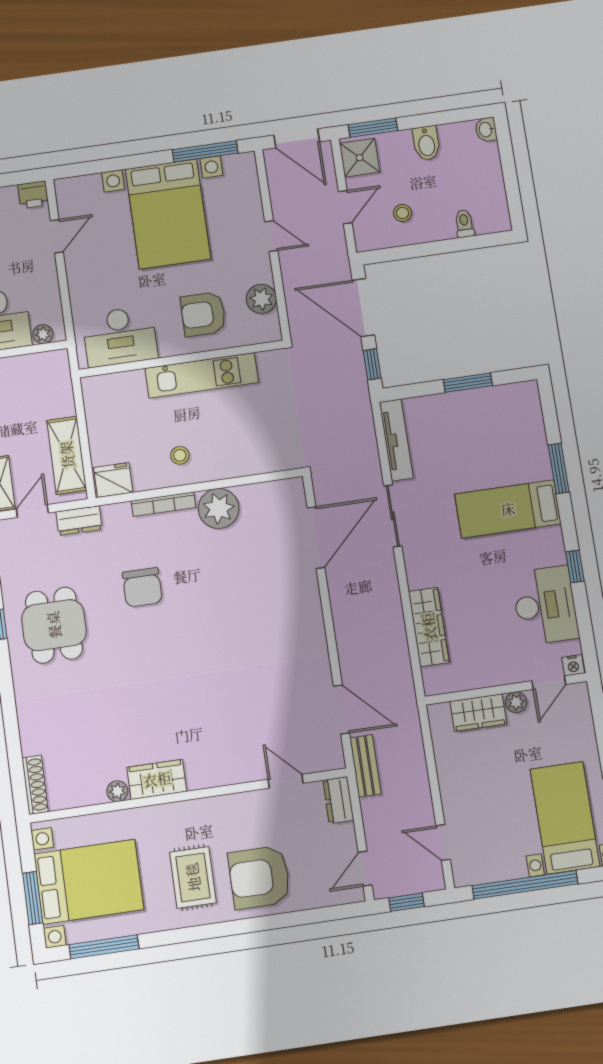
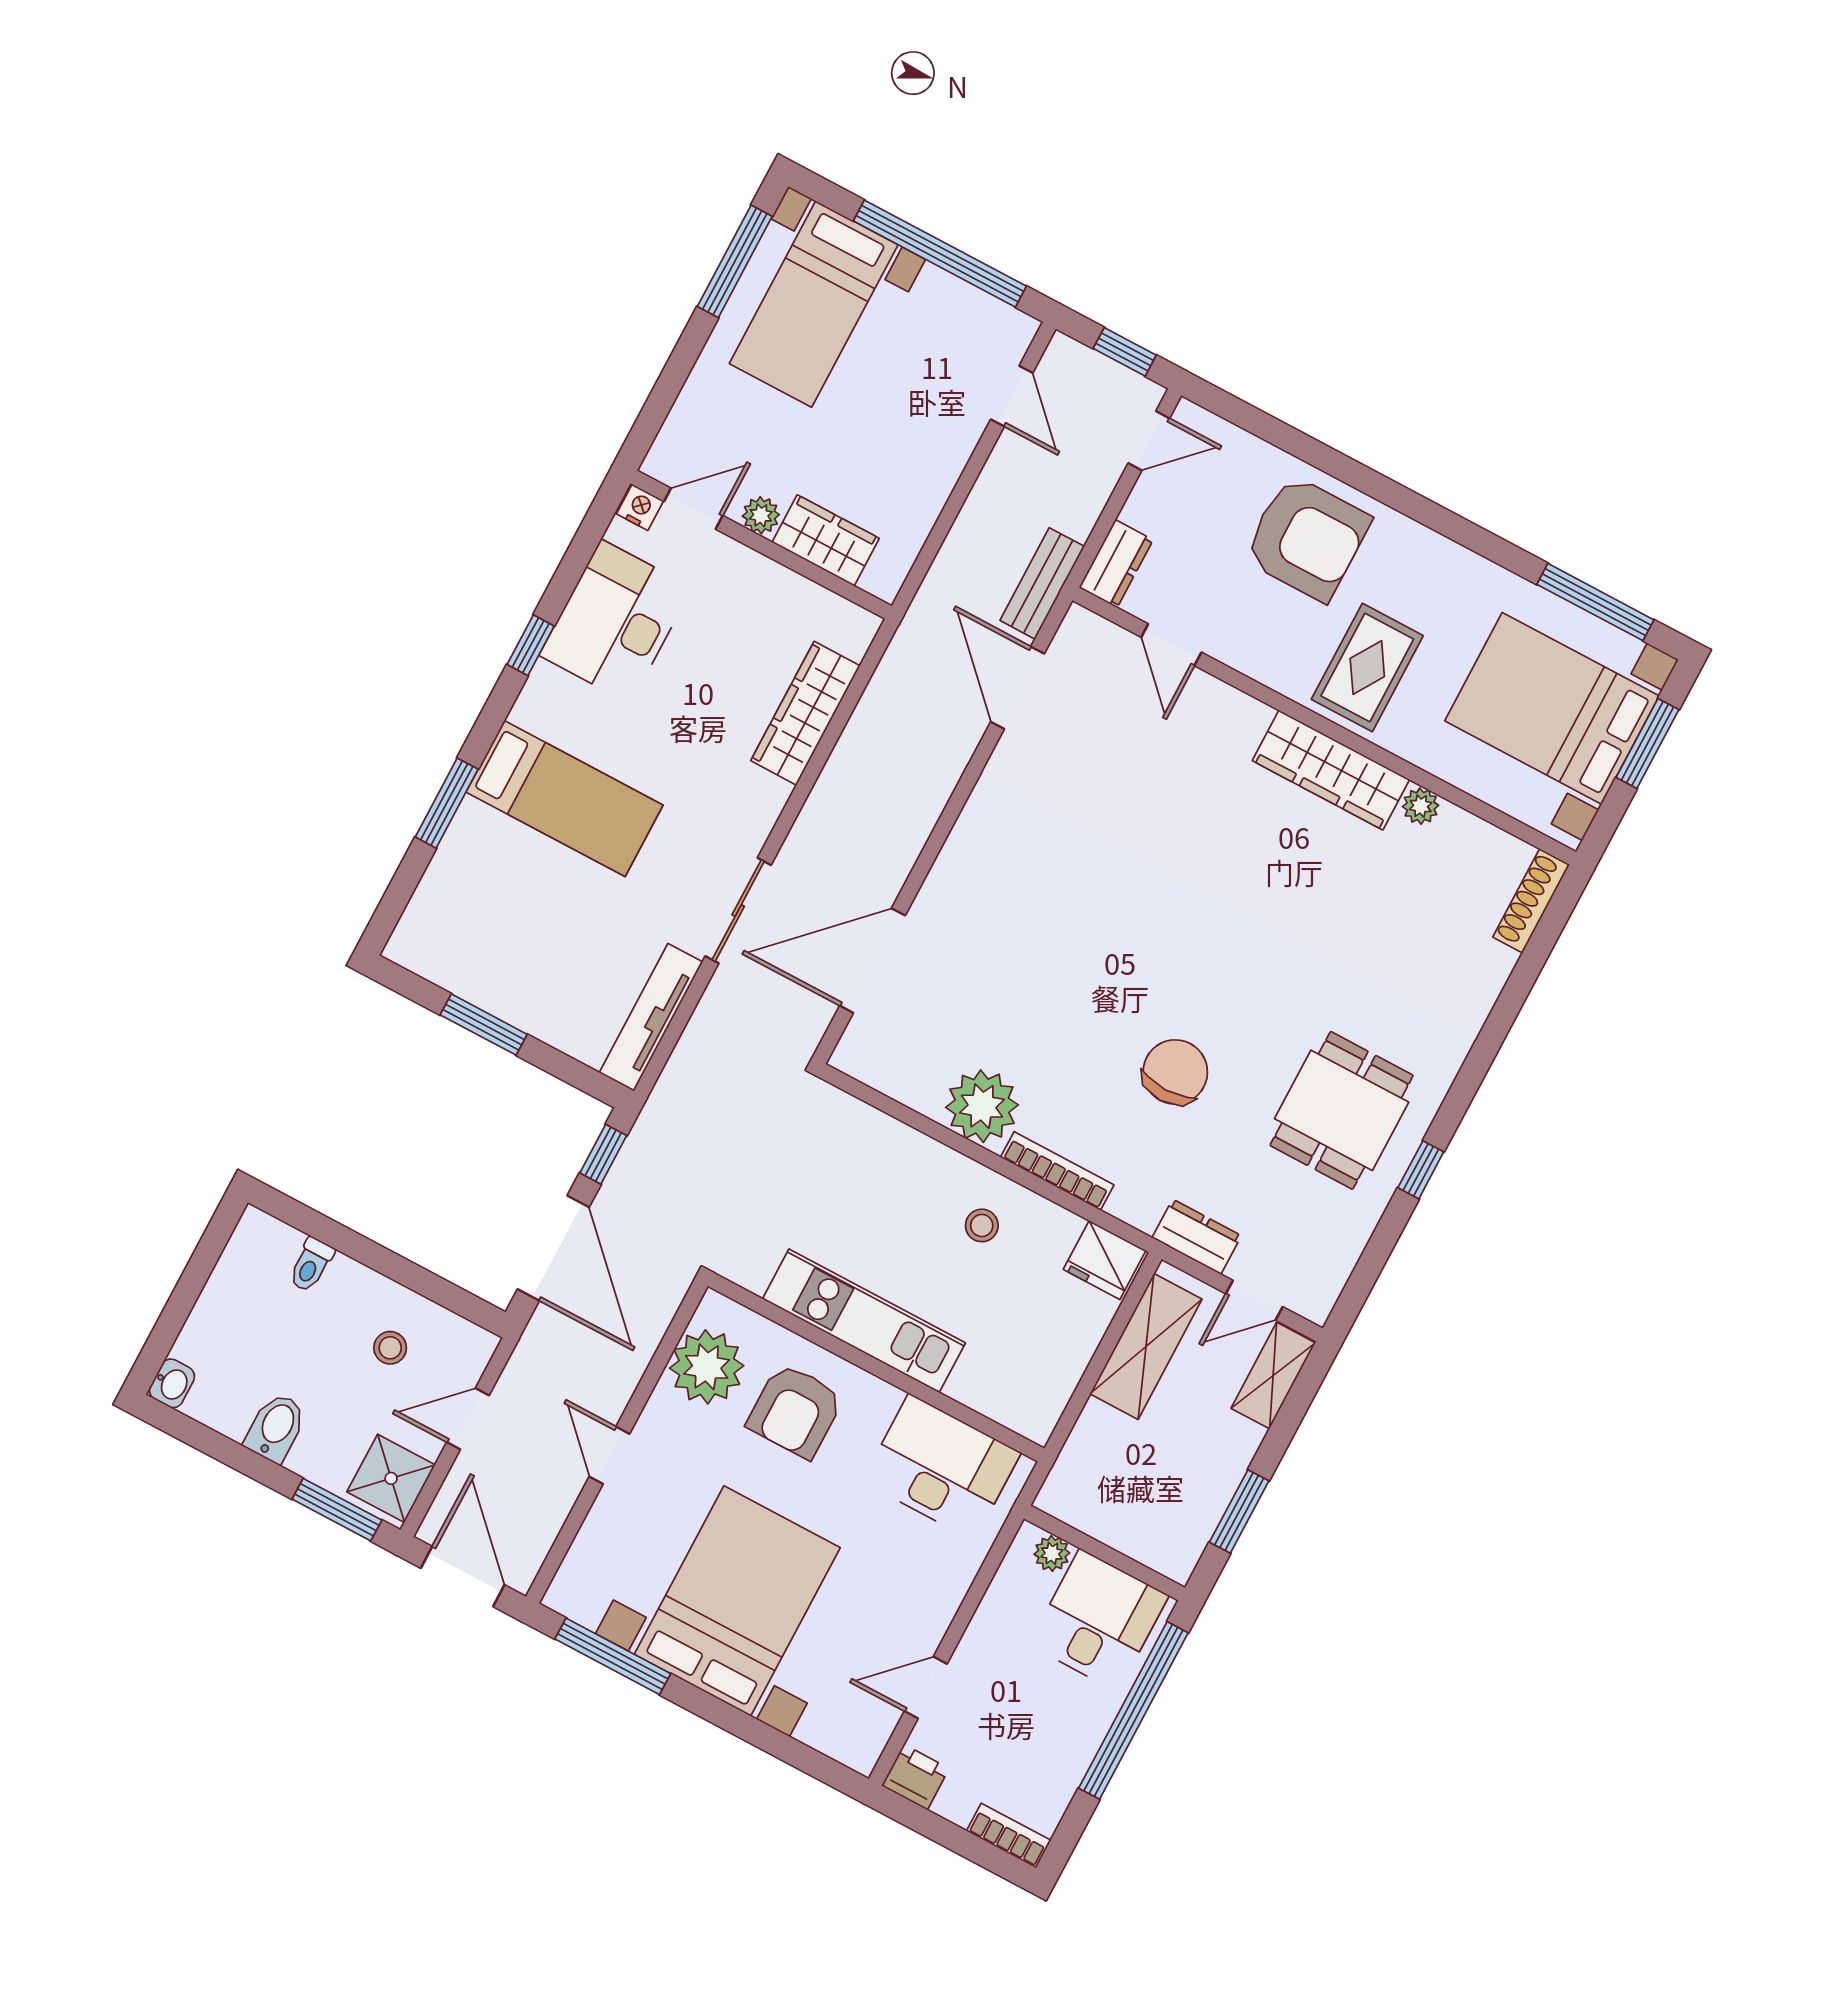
plant: (261, 299) -> (707, 1367), width x1.36, depth x1.36
armchair: (203, 314) -> (795, 1411), turned 90
wardrobe: (157, 779) -> (1331, 770), width x1.50
rug: (193, 877) -> (1367, 667), moved

